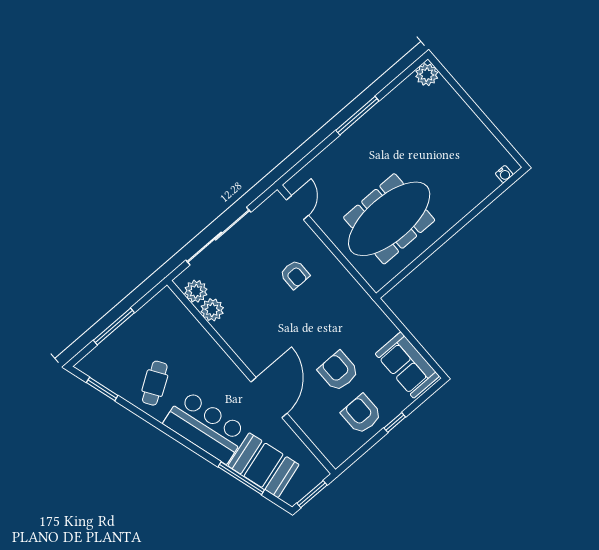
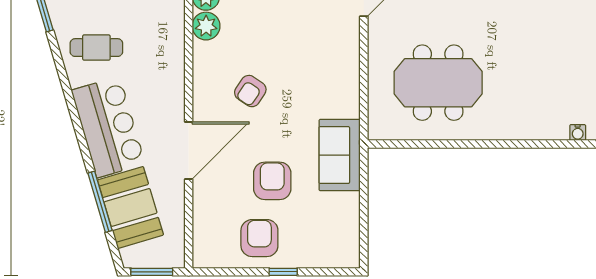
meeting table: (389, 219) -> (438, 83), width x0.73
armchair: (295, 274) -> (250, 91), moved, turned 34
sofa: (407, 365) -> (340, 155), moved
cafe table: (155, 383) -> (96, 48), turned 33

